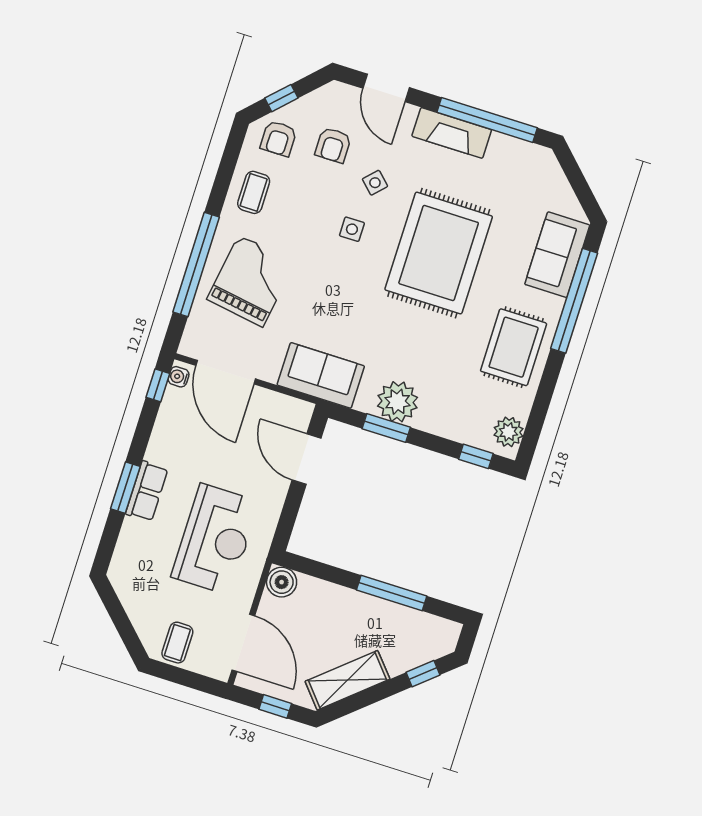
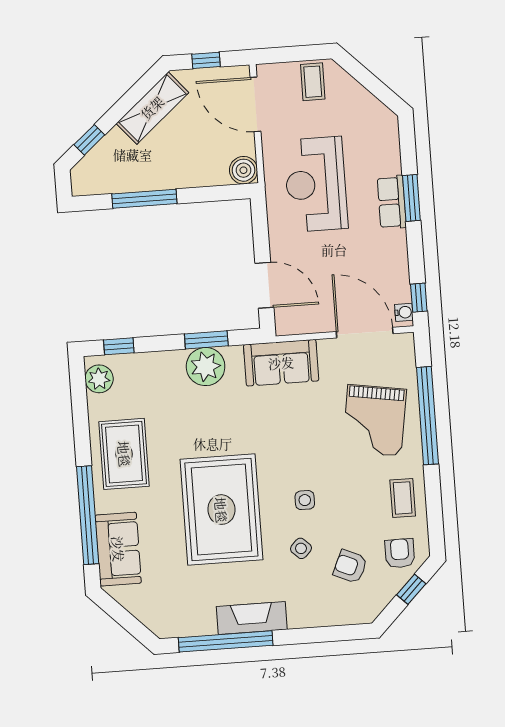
door: (386, 88) -> (324, 634), removed
armchair: (333, 145) -> (350, 566), turned -66

